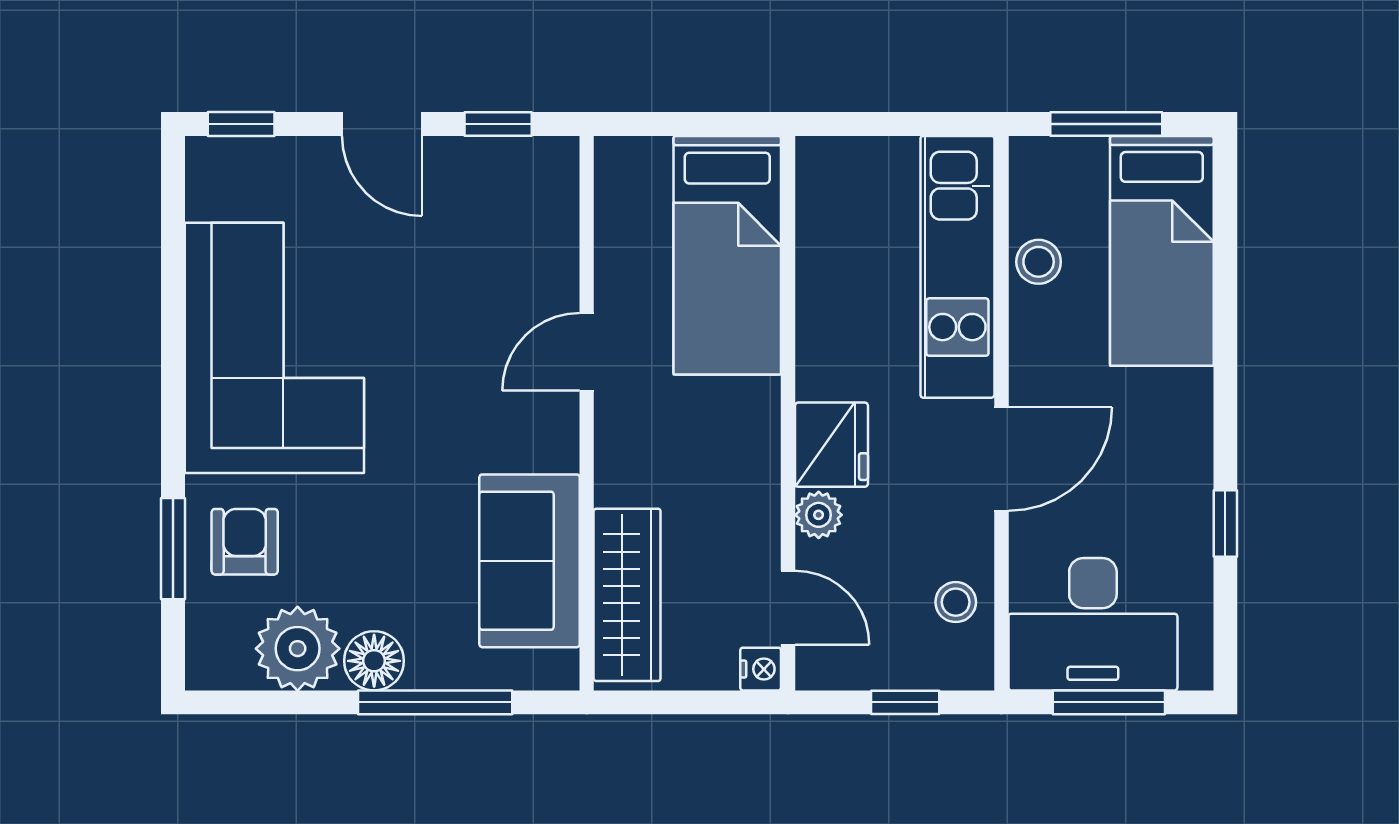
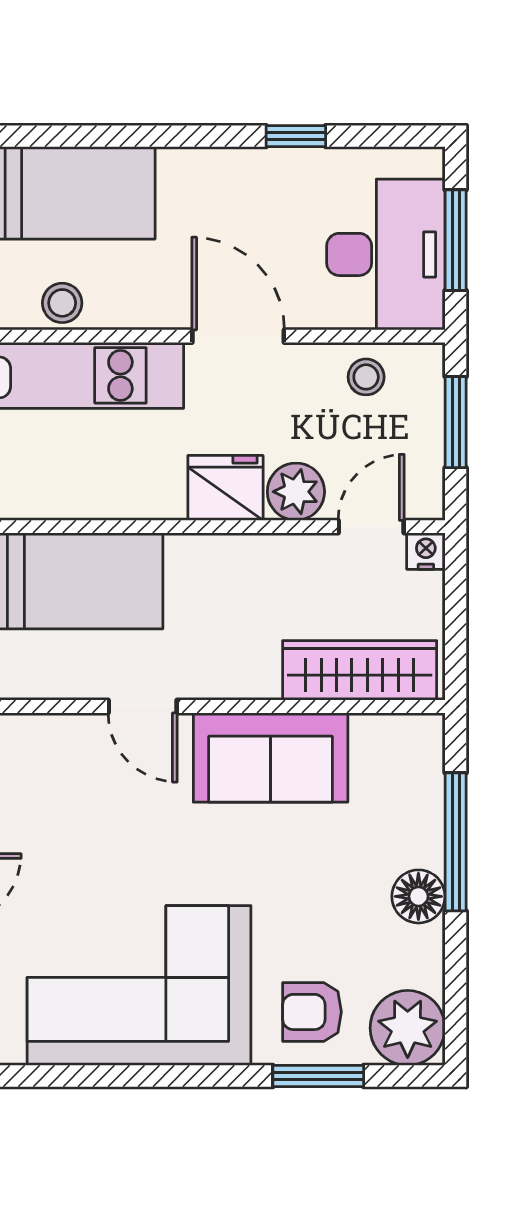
plant: (819, 515) -> (296, 492), width x1.38, depth x1.38
sofa: (530, 561) -> (271, 758), moved
plant: (298, 649) -> (408, 1028), moved
window: (905, 702) -> (456, 422), width x1.50

